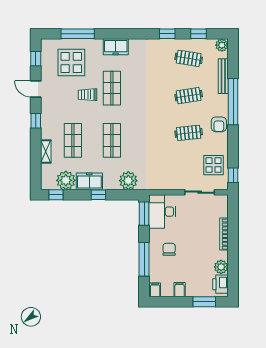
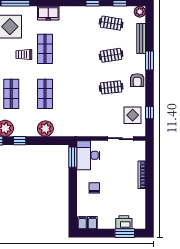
window: (233, 102) -> (149, 60), width x0.47
window: (233, 175) -> (149, 113), moved
freezer: (89, 181) -> (25, 129), removed
plant: (128, 181) -> (45, 129), moved
window: (98, 195) -> (20, 141), moved
window: (144, 259) -> (73, 196), removed
plant: (221, 267) -> (139, 203), removed
printer: (220, 284) -> (124, 222), moved, turned 90
filing cabinet: (180, 290) -> (92, 223), moved

